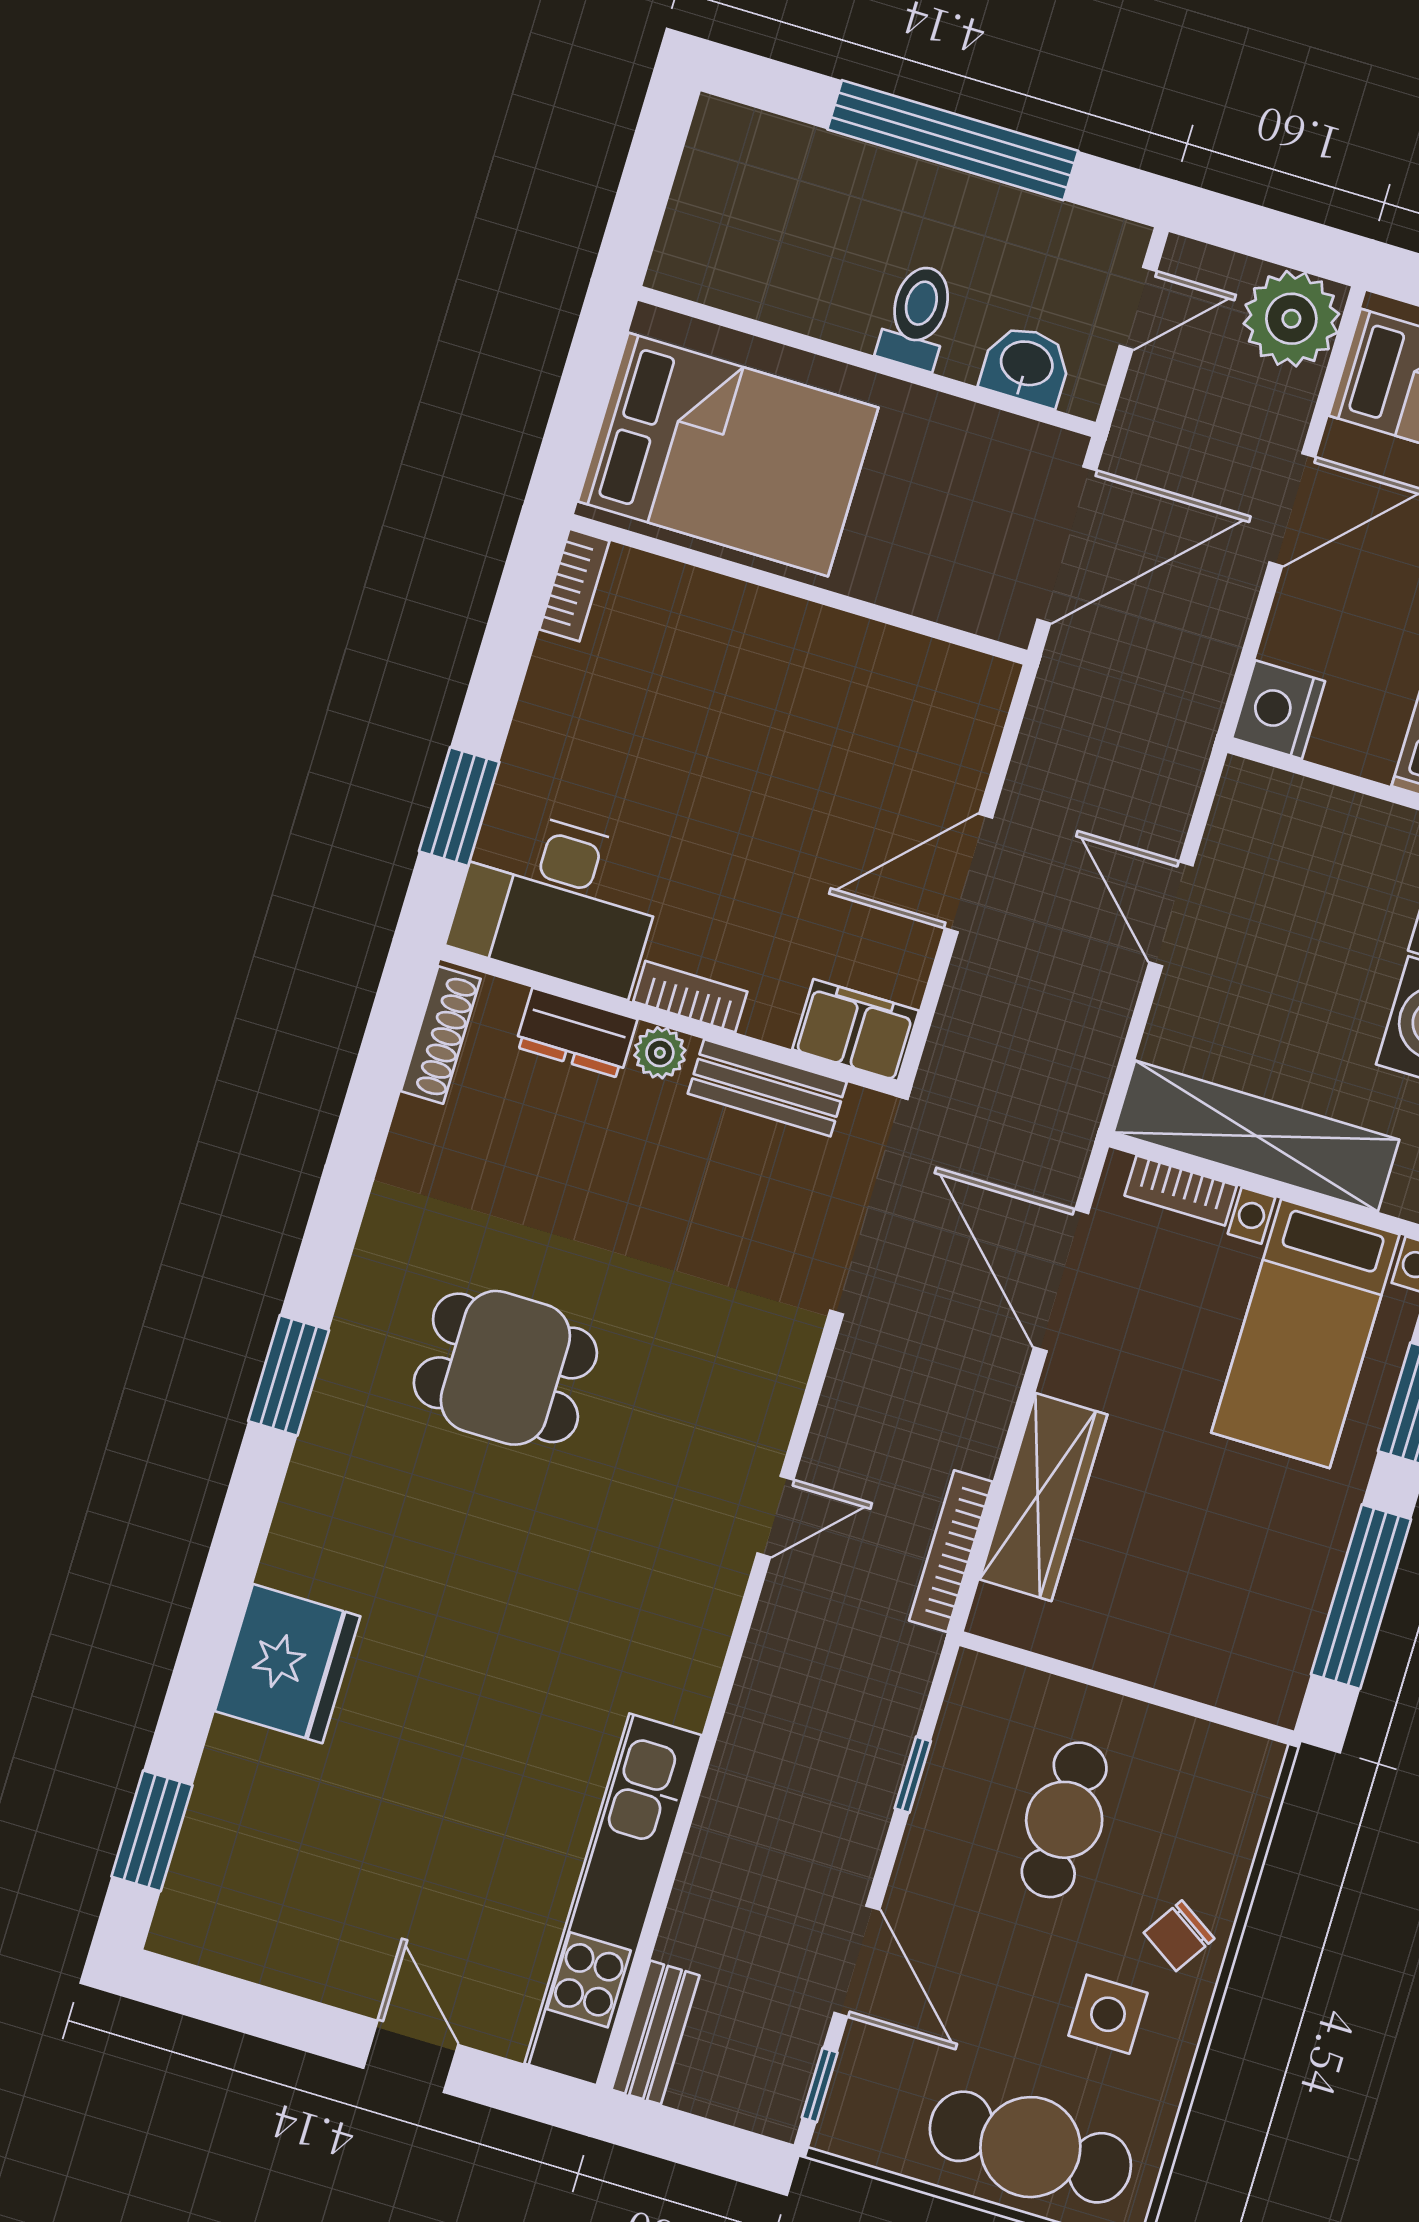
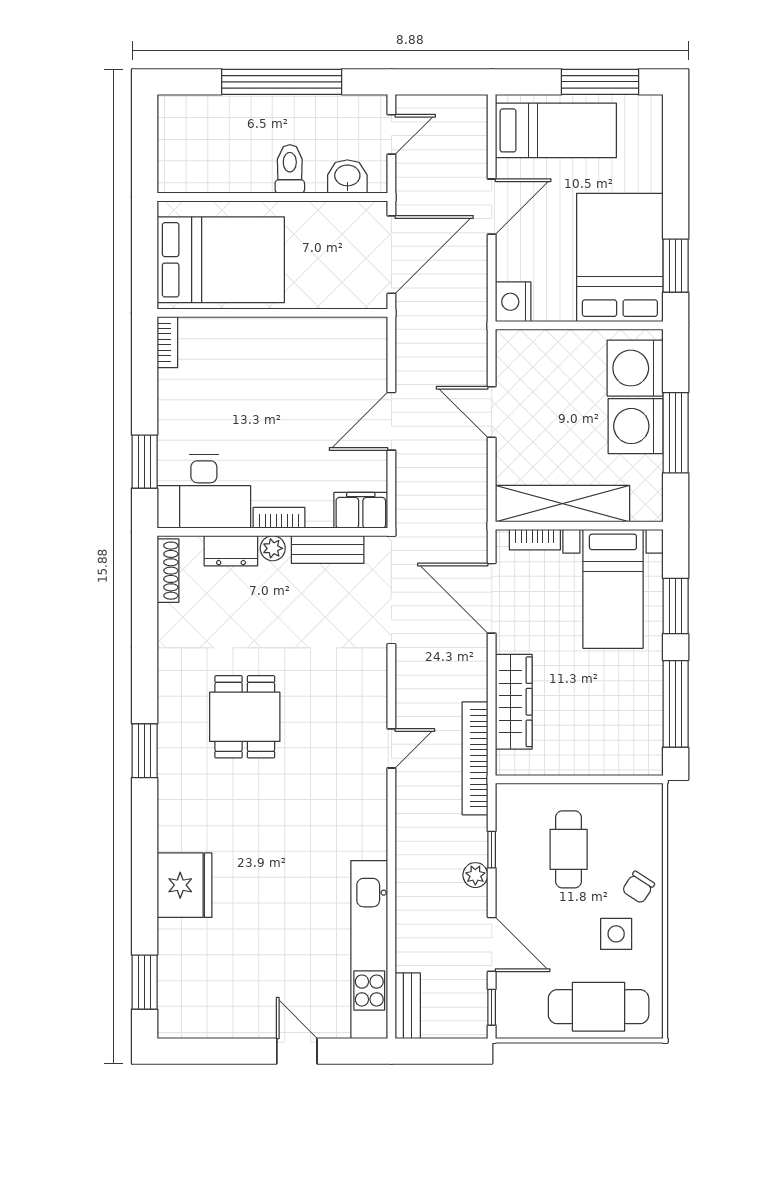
plant: (1291, 319) -> (475, 875), moved, width x0.53, depth x0.53
dining table: (505, 1368) -> (245, 717), turned 90
bookcase: (951, 1551) -> (475, 758), width x1.48, depth x1.31

